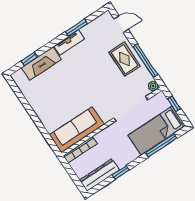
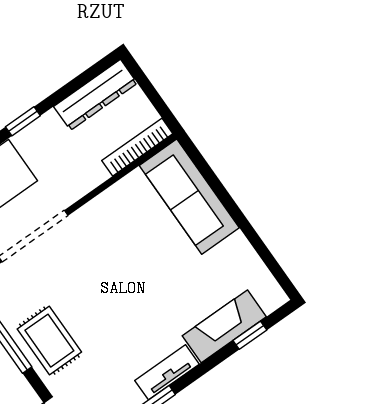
sofa: (77, 130) -> (189, 197), moved, turned 90
window: (121, 172) -> (23, 121), moved

